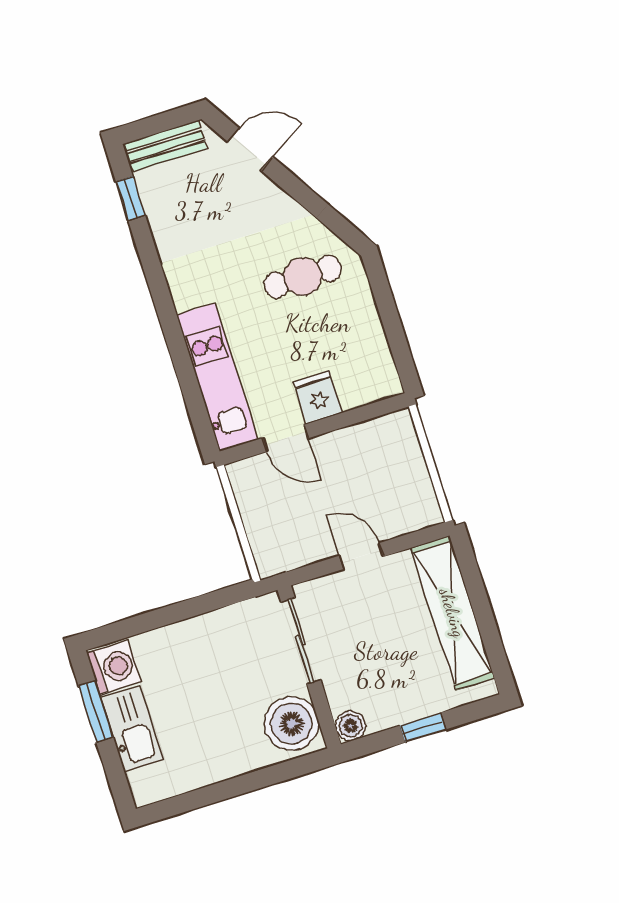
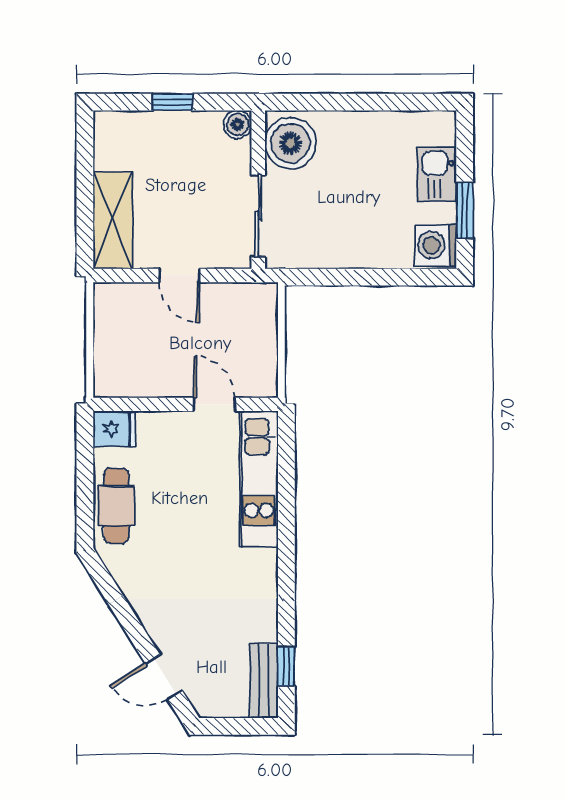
bench: (166, 146) -> (264, 681), moved, turned 90
cafe table: (303, 277) -> (116, 506), moved, turned 90
fridge: (318, 397) -> (114, 429), moved, turned -90
shelving: (453, 613) -> (113, 220), width x0.68
kitchen sink: (132, 729) -> (437, 174), width x0.73

